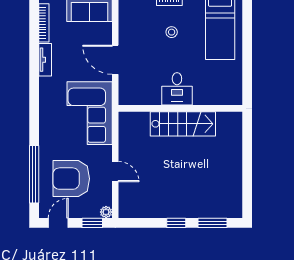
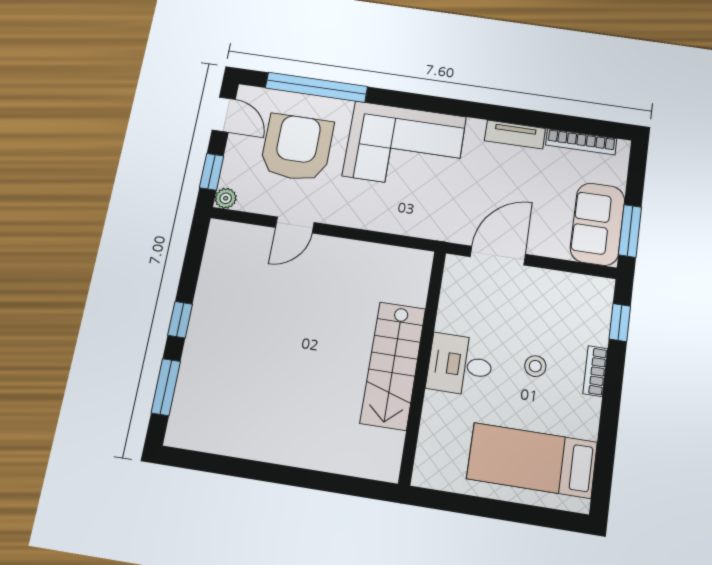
desk: (177, 89) -> (460, 365), moved
wall: (180, 108) -> (423, 366), moved
corner sofa: (90, 113) -> (404, 146), moved, turned 180
stairs: (183, 124) -> (393, 365), moved

